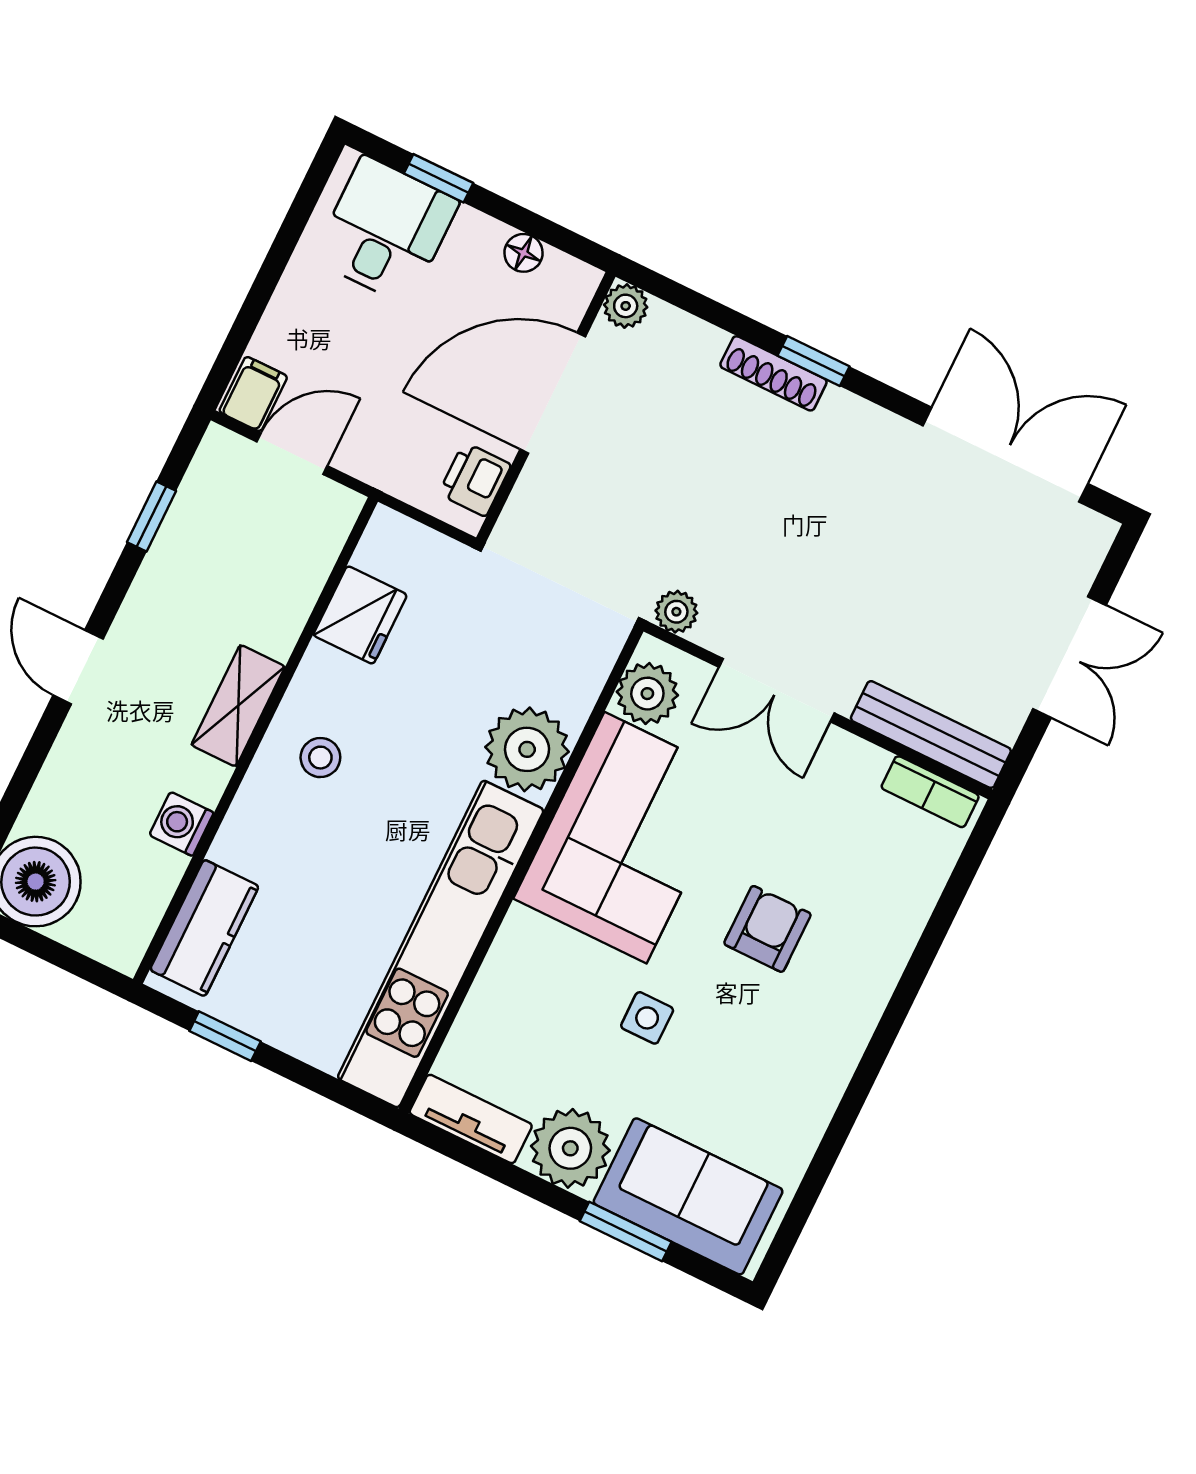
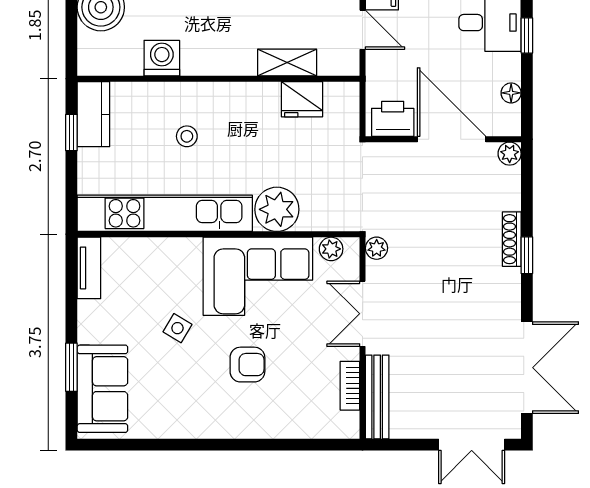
printer: (475, 479) -> (393, 119), width x1.36, depth x1.24
double door: (1069, 657) -> (472, 445), moved
plant: (647, 694) -> (331, 249), width x0.73, depth x0.73
shelving: (238, 706) -> (287, 62), moved
stool: (320, 758) -> (187, 136), moved
bookcase: (930, 792) -> (350, 386), moved
washing machine: (181, 824) -> (162, 58), width x1.38, depth x1.38
kitchen counter: (204, 928) -> (93, 114), moved, turned -90
side table: (647, 1018) -> (177, 328), turned 31
plant: (570, 1148) -> (98, 322), removed

